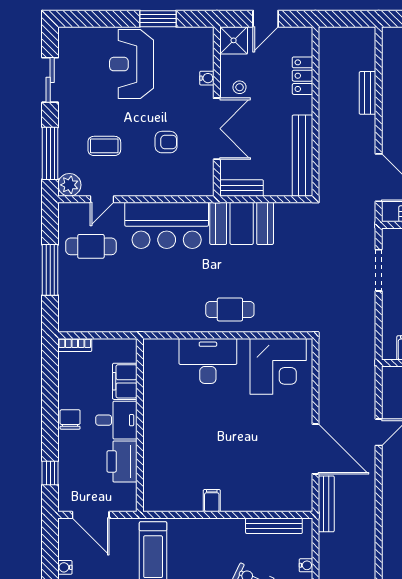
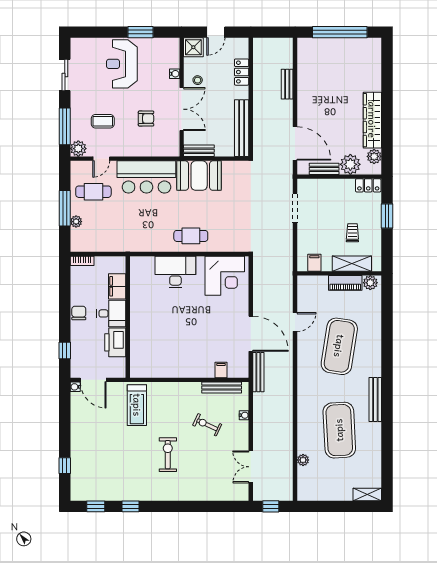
plant: (66, 289) -> (76, 222), added
filing cabinet: (212, 501) -> (221, 370), moved
water cooler: (65, 567) -> (75, 387), moved

